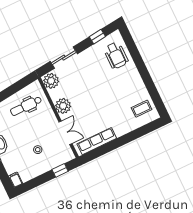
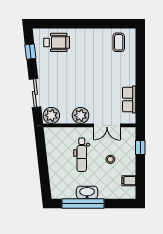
dental chair: (26, 106) -> (82, 155), moved
double door: (66, 133) -> (107, 125), swing flipped
row of seats: (97, 141) -> (129, 100), width x0.68
filing cabinet: (16, 180) -> (129, 181), moved

